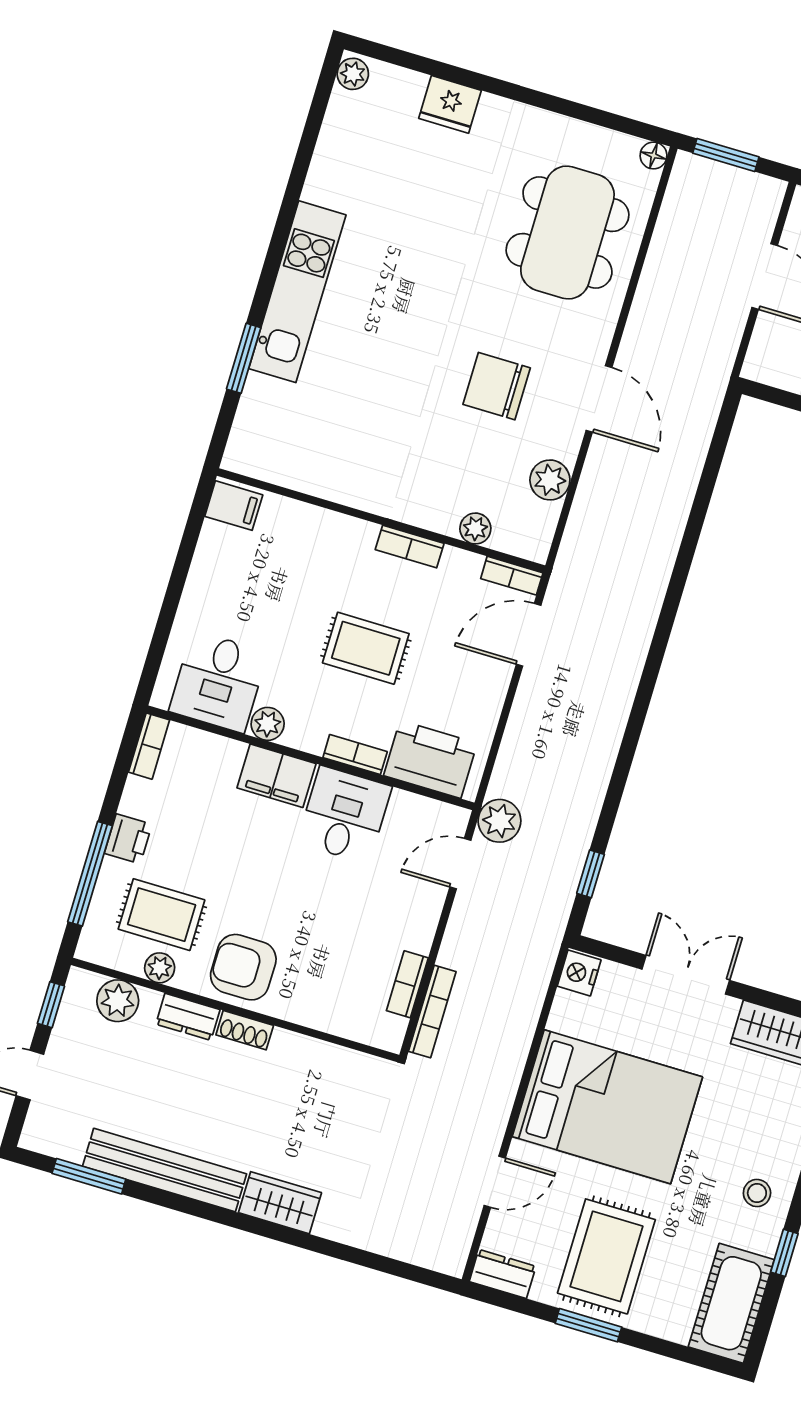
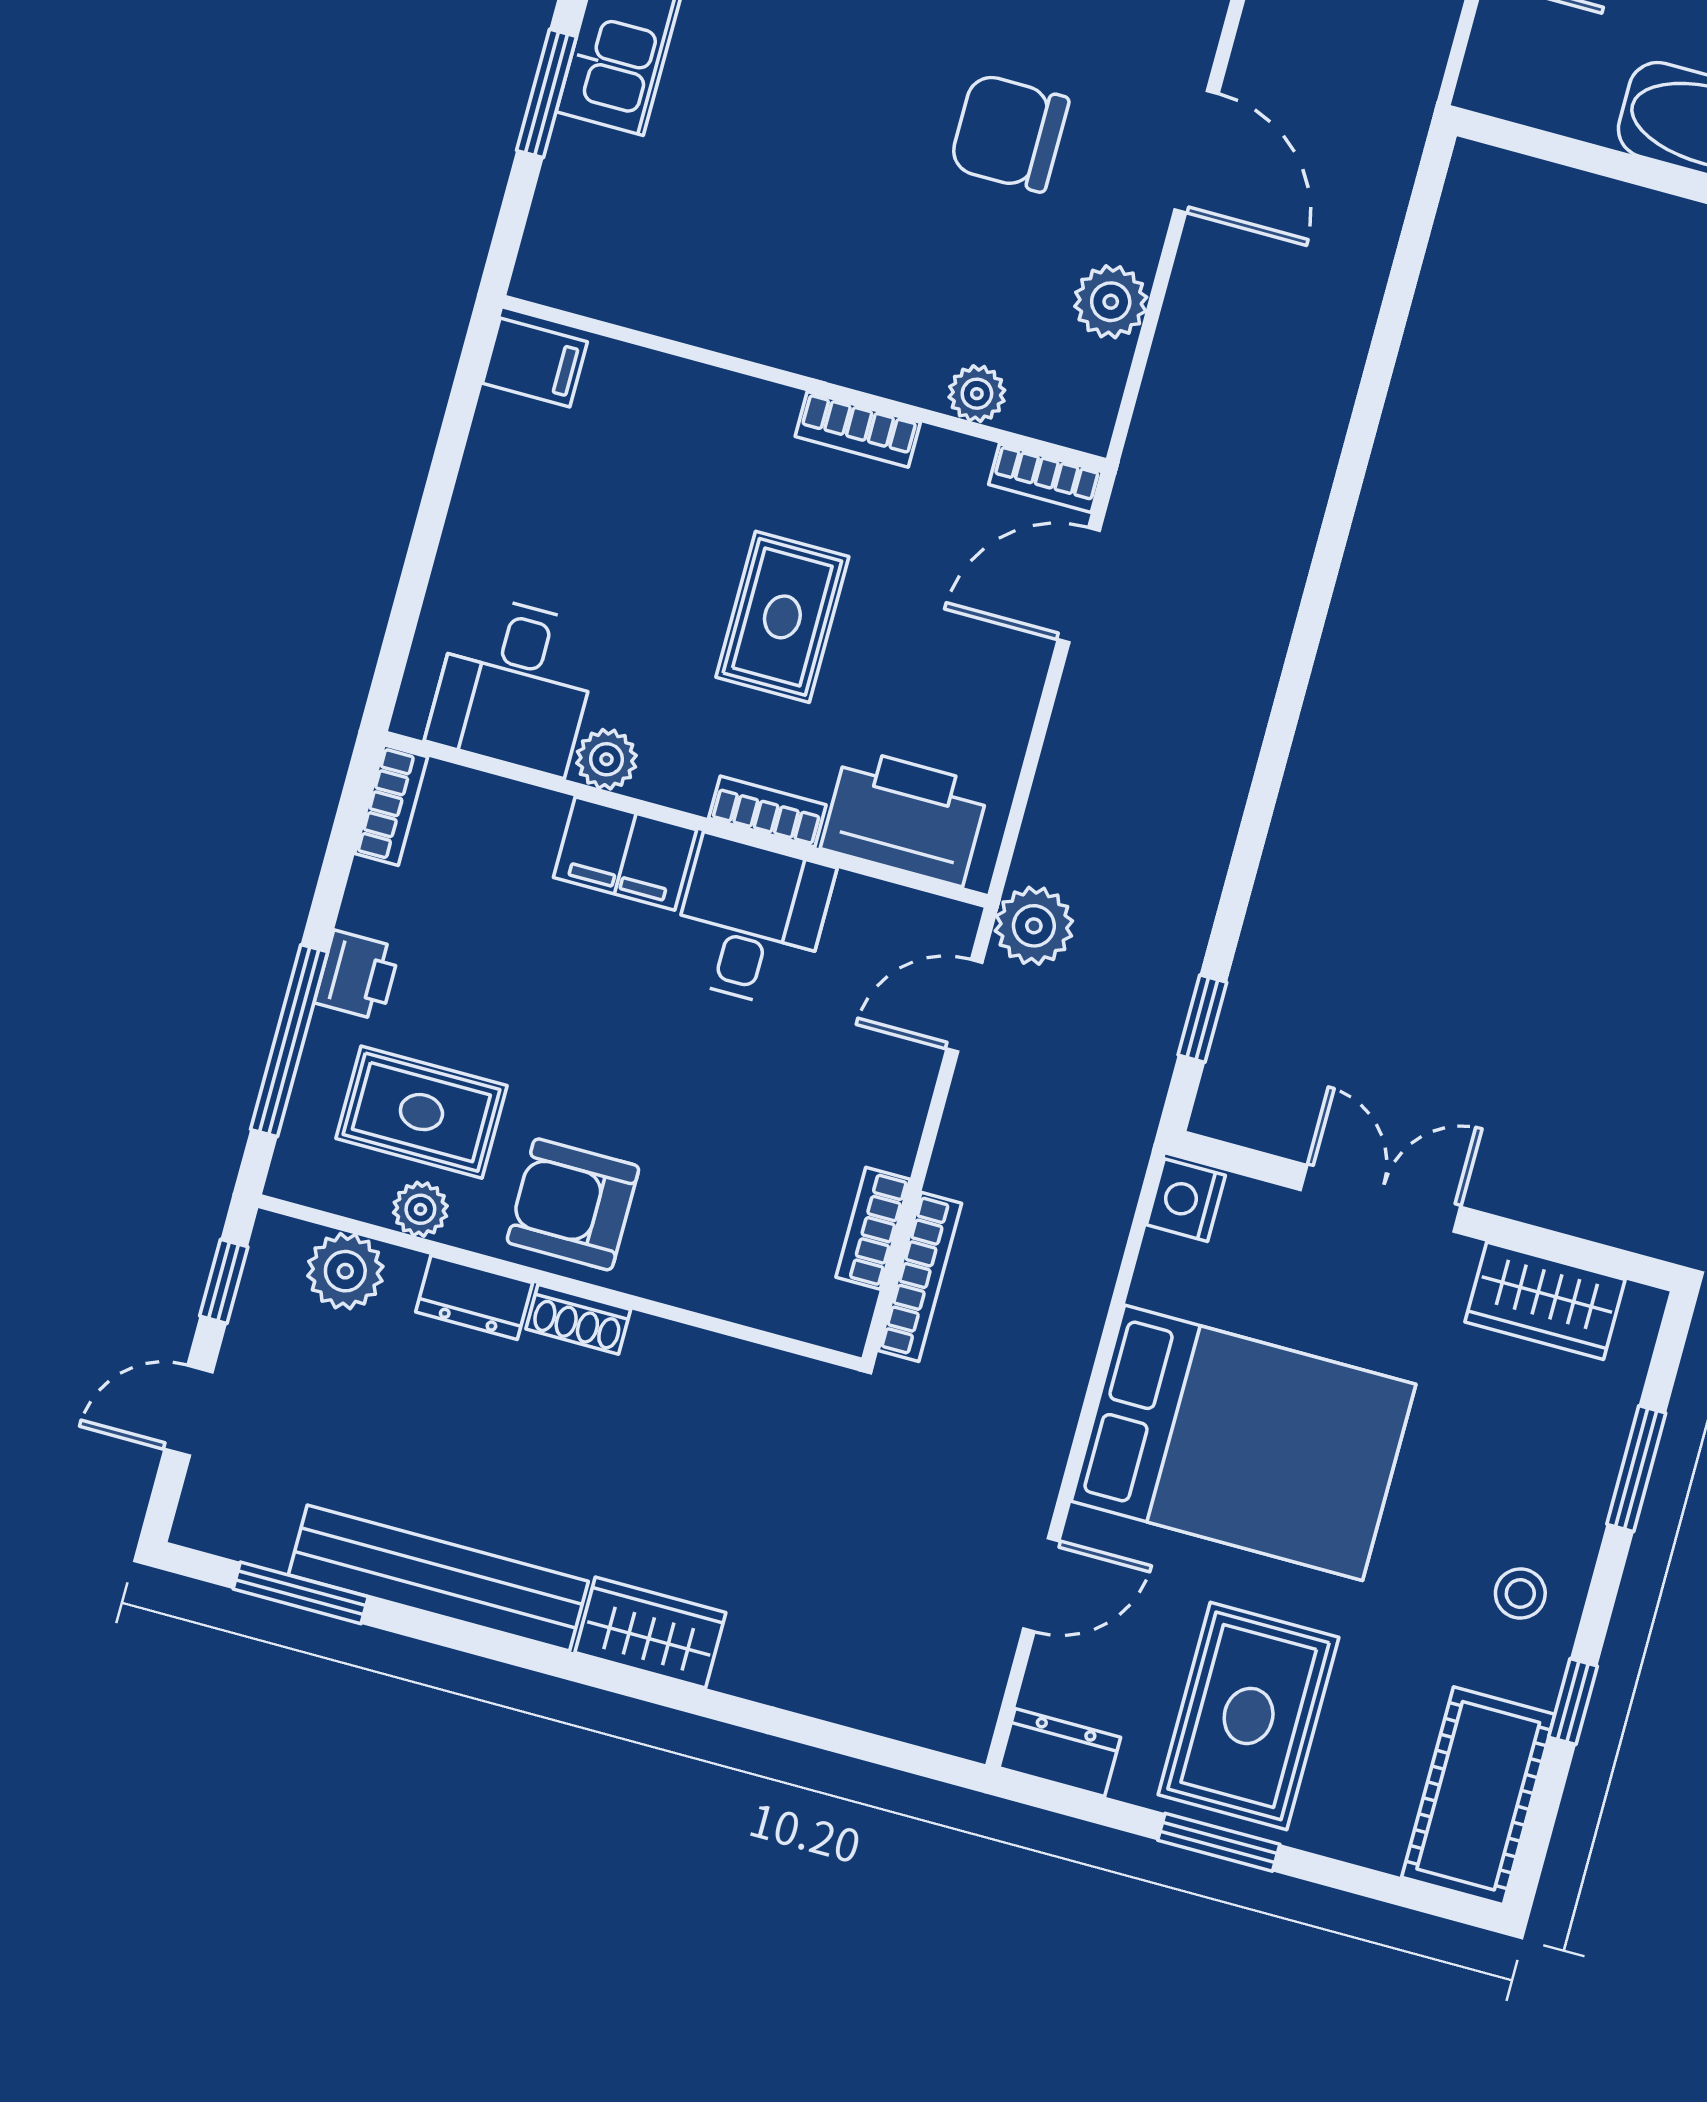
rug: (366, 648) -> (782, 617), turned 90

